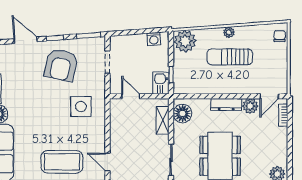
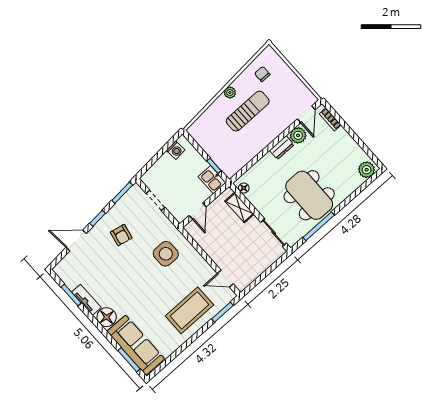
chair: (280, 36) -> (262, 74), moved
plant: (185, 41) -> (202, 130), removed
sun lounger: (230, 57) -> (248, 111), turned 180
armchair: (61, 65) -> (121, 235), width x0.53, depth x0.53
door: (131, 96) -> (198, 211), swing flipped
dresser: (226, 104) -> (282, 148), width x0.70
floor lamp: (182, 113) -> (244, 188), width x0.53, depth x0.53

